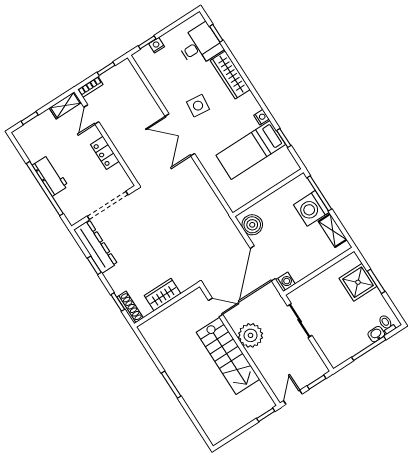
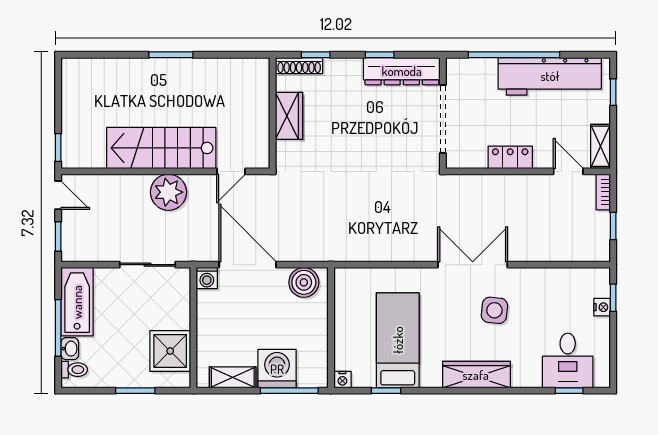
wardrobe: (230, 75) -> (476, 375), moved
nightstand: (261, 117) -> (342, 380), moved
workbench: (50, 176) -> (550, 76), width x1.88, depth x1.32
shower: (358, 282) -> (170, 351), moved
bathtub: (347, 347) -> (77, 302), added

